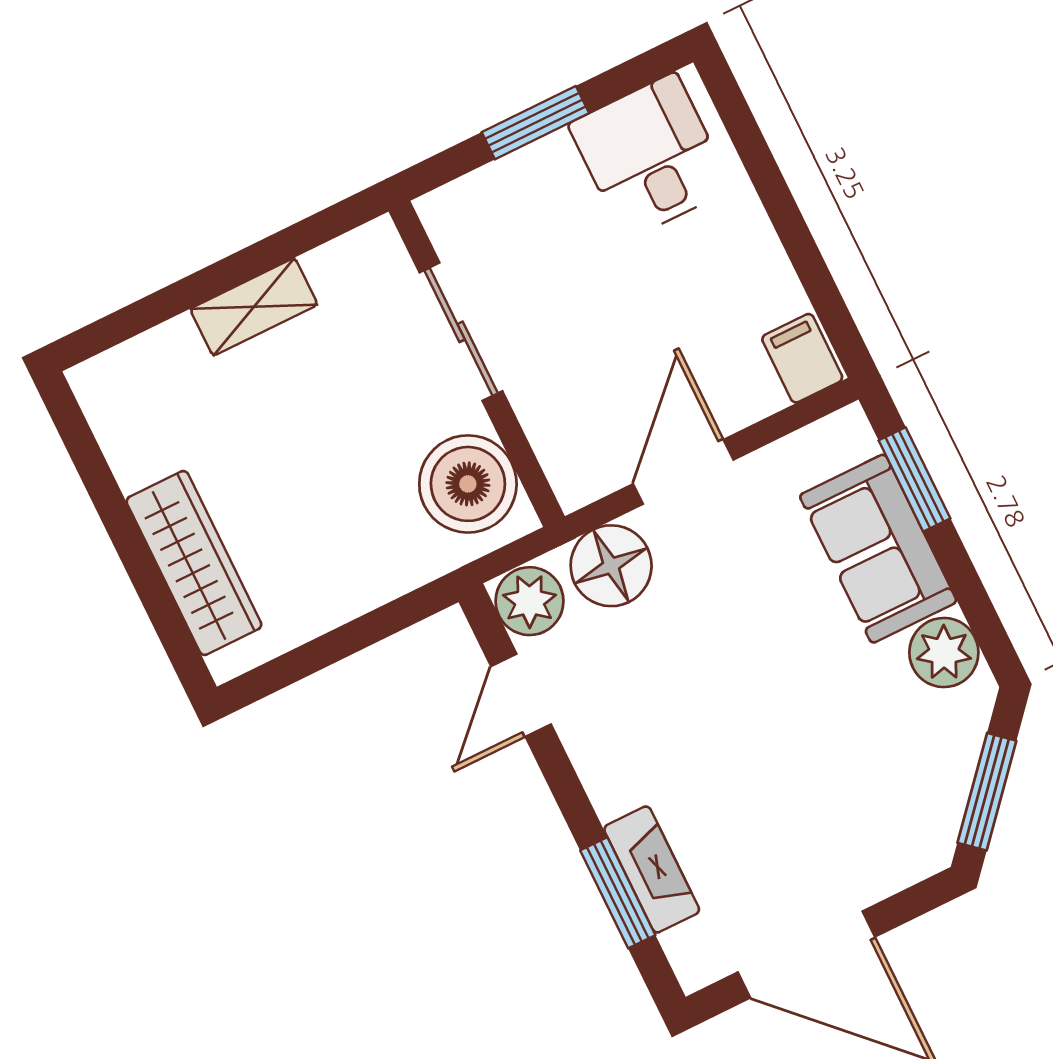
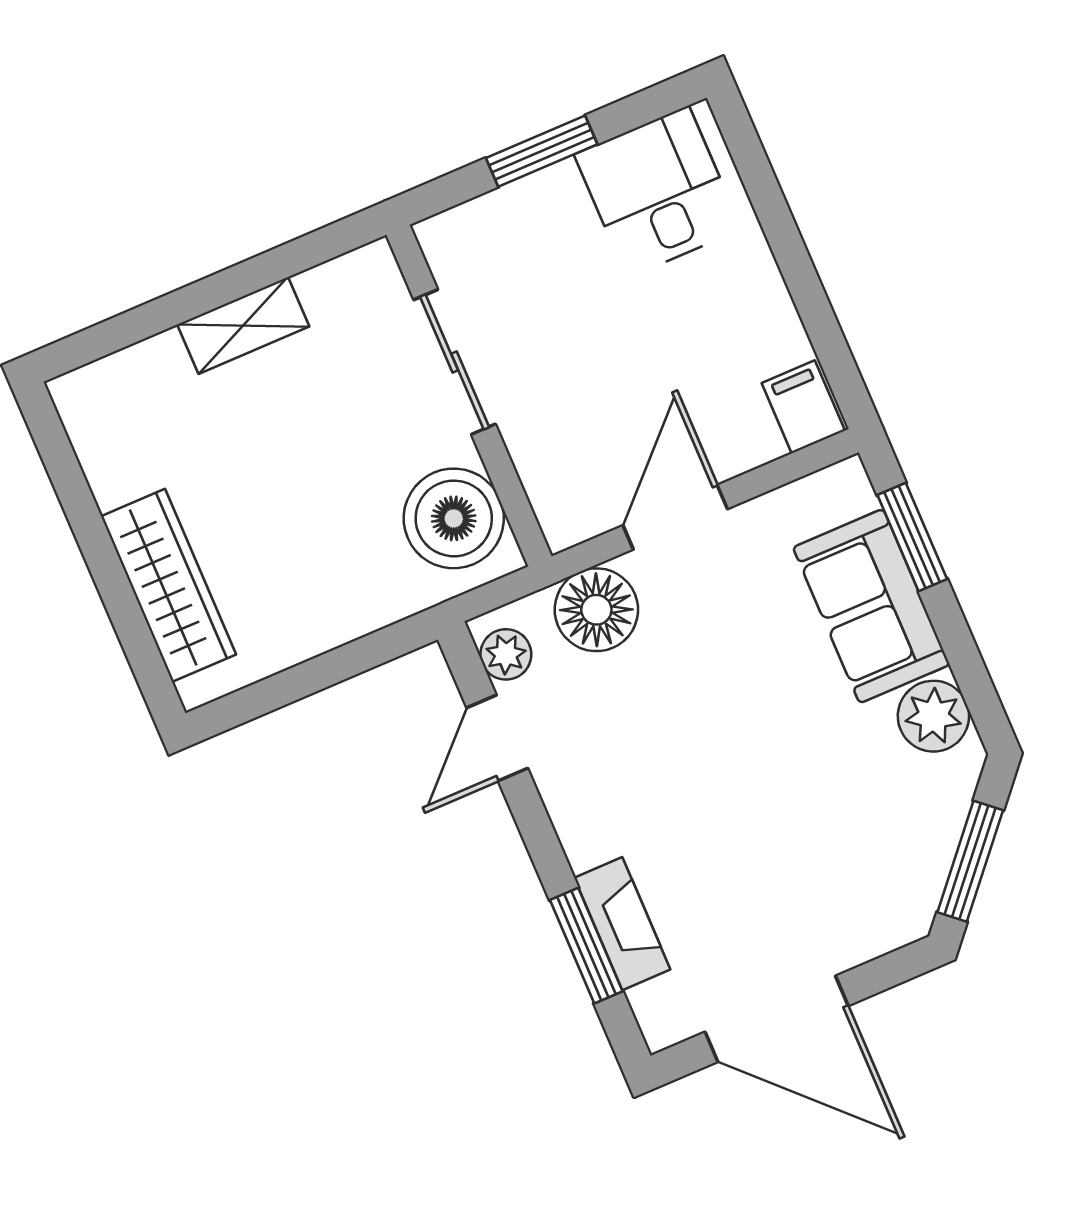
plant: (530, 601) -> (506, 654), width x0.73, depth x0.73

